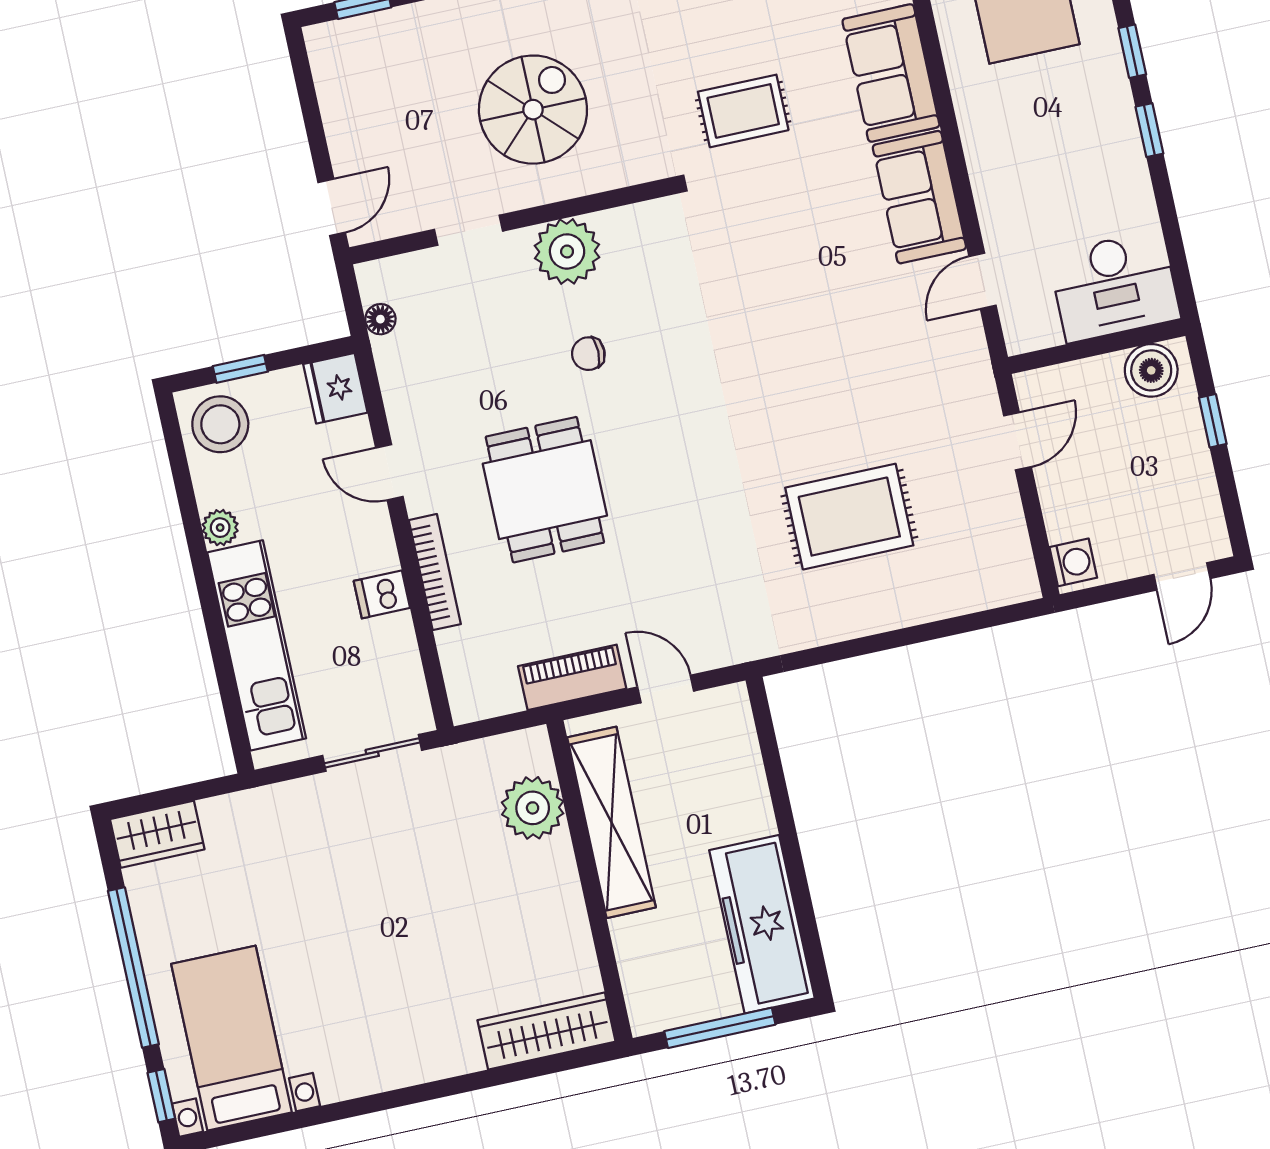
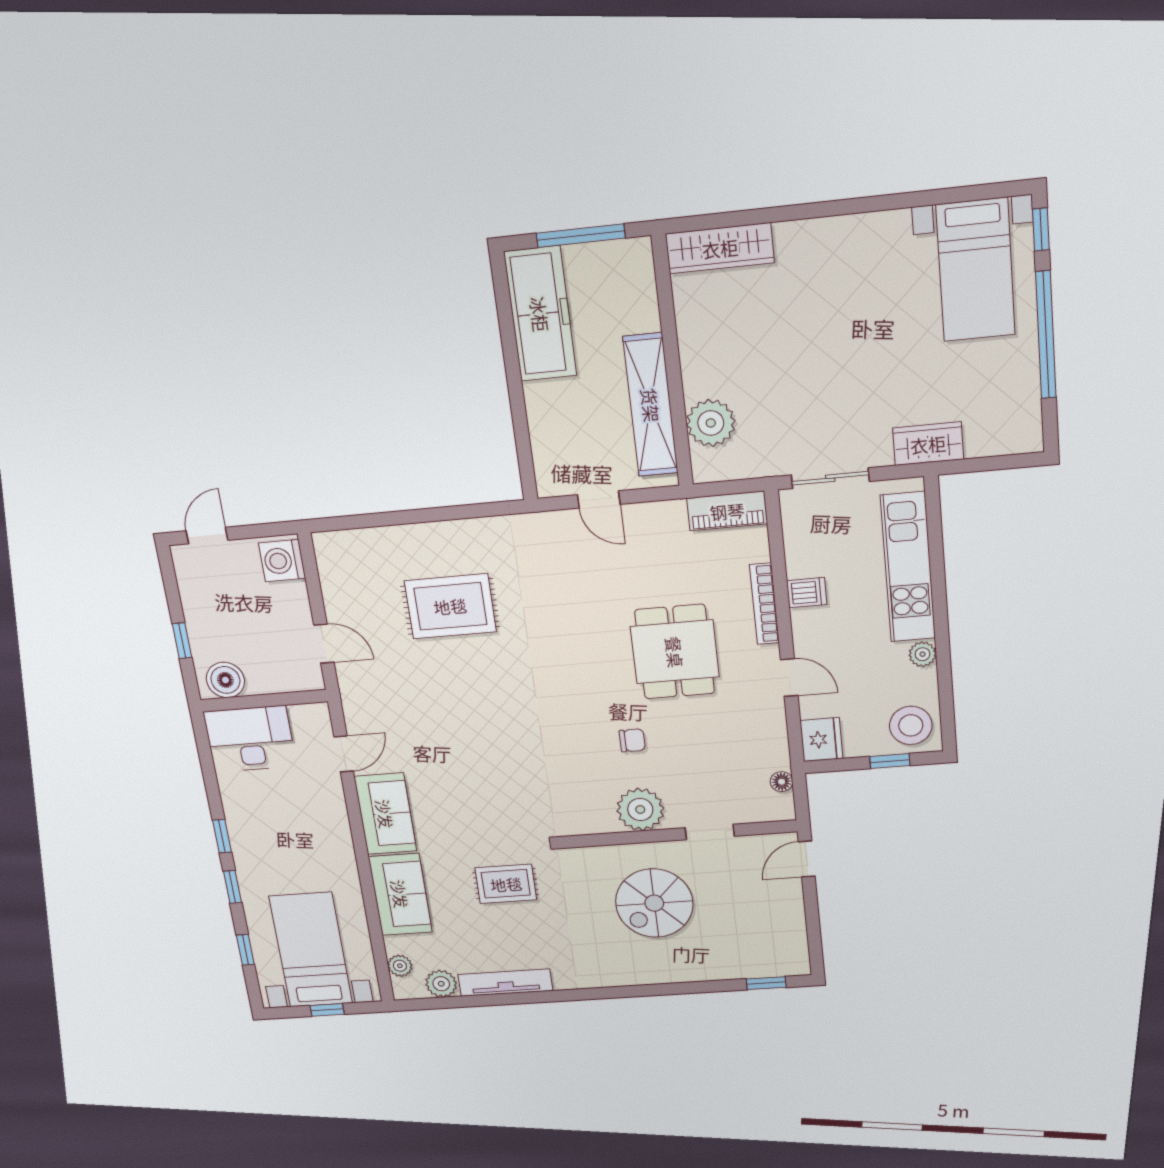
door: (1017, 441) -> (324, 644), swing flipped
washing machine: (1073, 562) -> (282, 561), width x1.38, depth x1.38
piano: (572, 677) -> (727, 511), moved
wardrobe: (157, 834) -> (928, 444), moved

